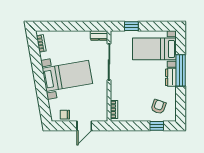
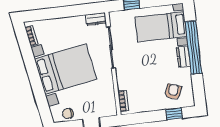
window: (181, 70) -> (193, 47), width x1.46
bed with nightstands: (67, 76) -> (65, 69), width x1.36

